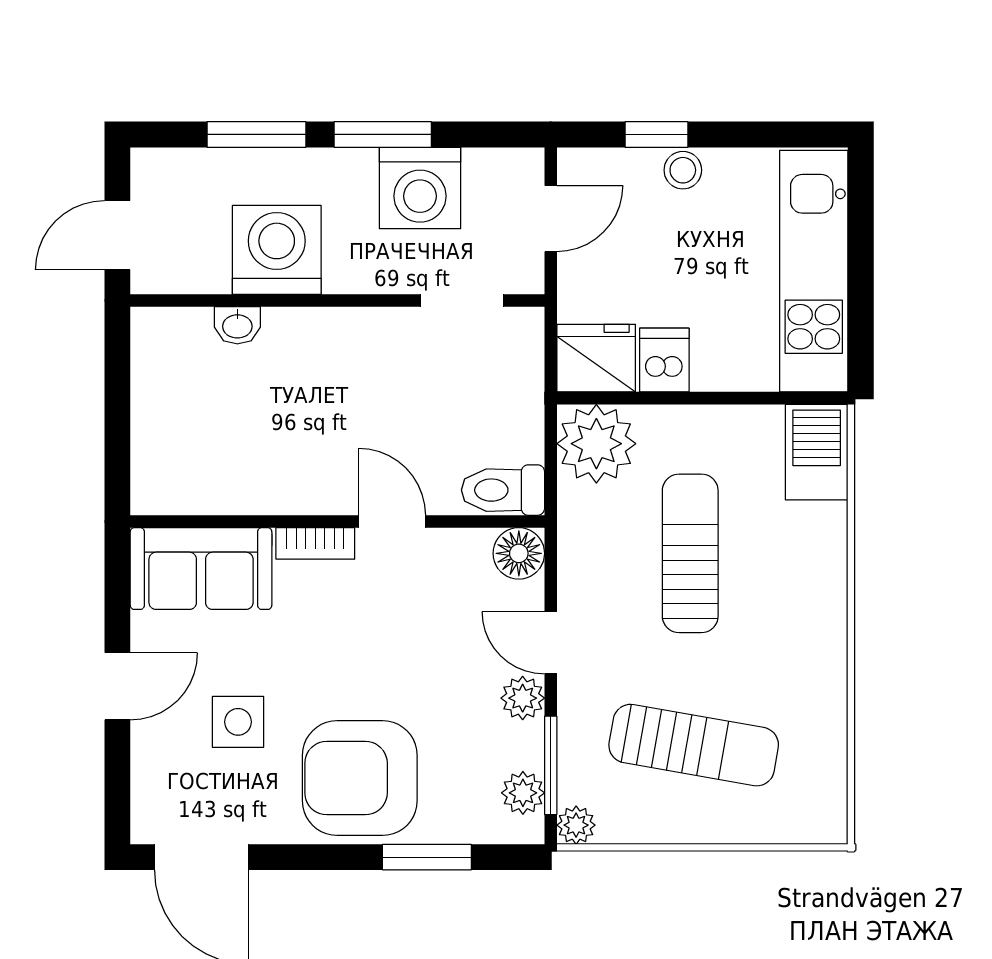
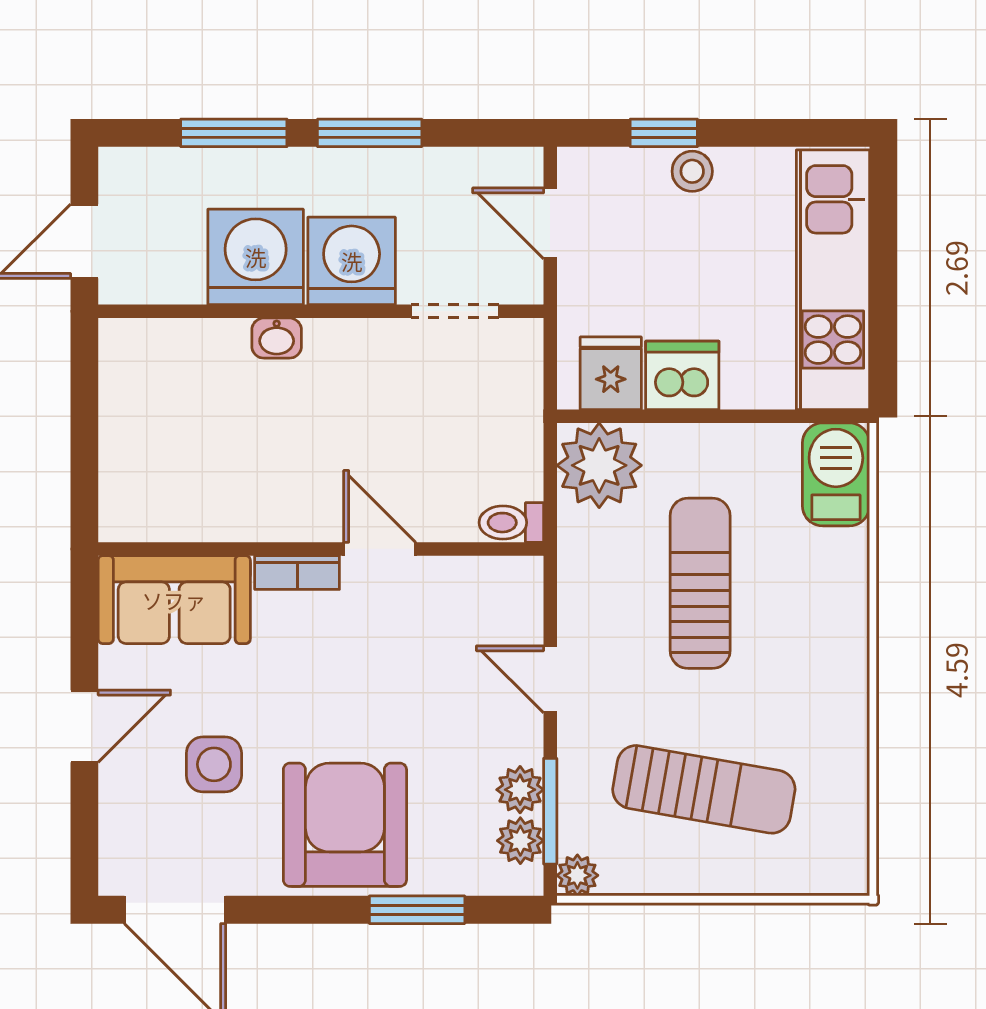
washing machine: (420, 188) -> (352, 261), moved, turned 180
door: (551, 219) -> (550, 223), swing flipped
washbasin: (237, 325) -> (277, 338), moved
fridge: (596, 358) -> (611, 373), width x0.72
dishwasher: (664, 360) -> (682, 375), width x1.38
toilet: (503, 490) -> (511, 523), width x0.73, depth x0.72
floor lamp: (519, 553) -> (516, 583), removed
plant: (523, 698) -> (520, 790), moved
armchair: (360, 778) -> (345, 825), turned 90

